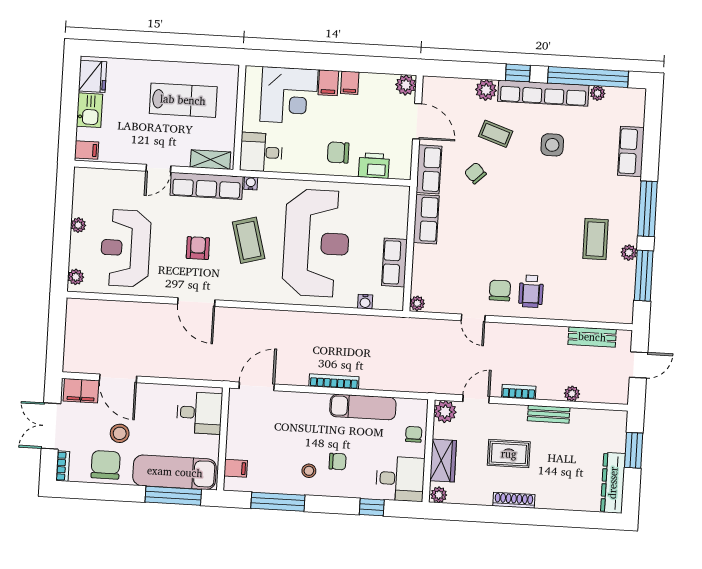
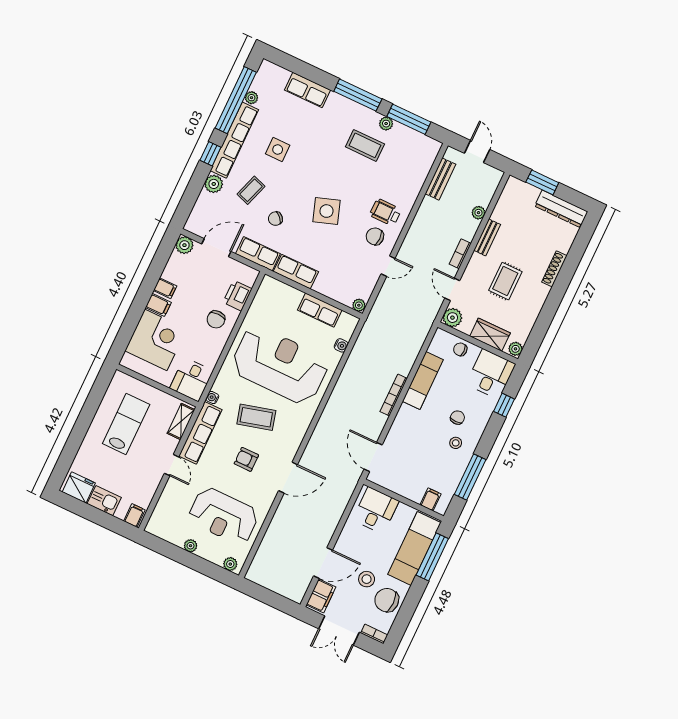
side table: (506, 226) -> (326, 211), added
wheelchair: (531, 291) -> (385, 212), turned 180
shoe rack: (514, 500) -> (554, 269), moved

